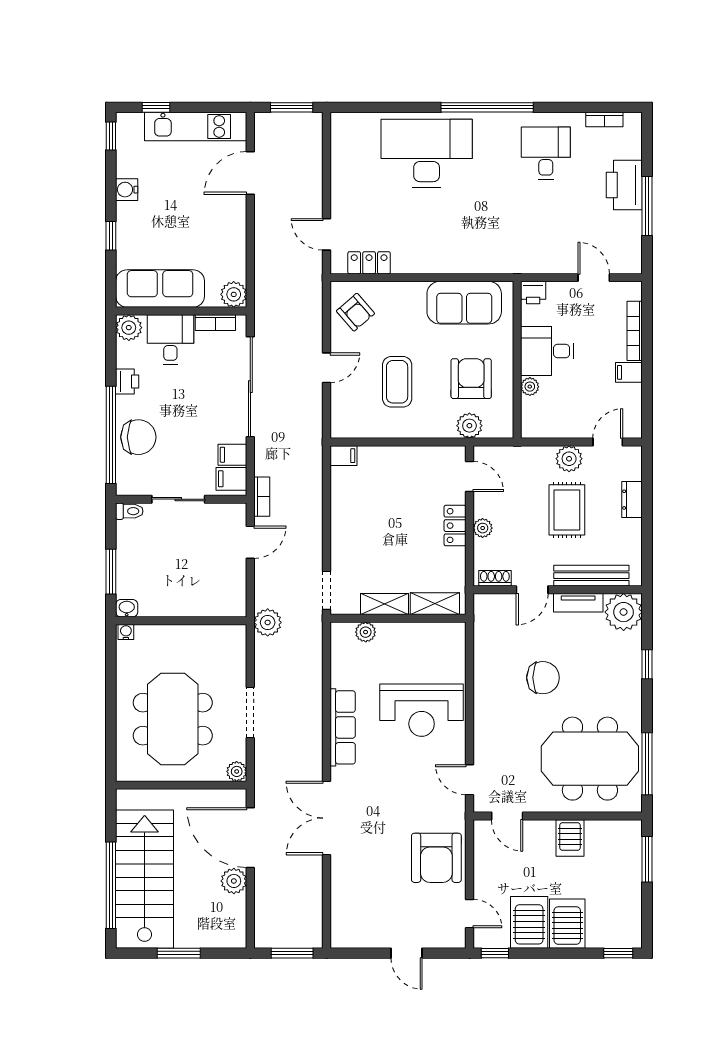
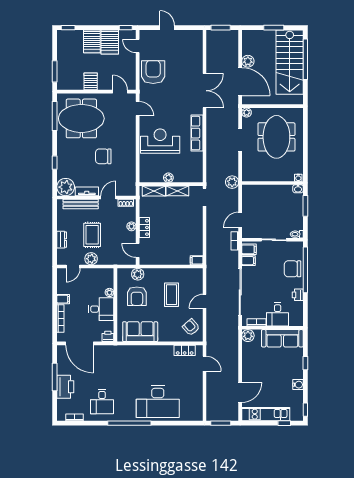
door: (594, 278) -> (80, 343), width x1.88
plant: (129, 328) -> (297, 320), removed
plant: (366, 632) -> (168, 178), moved

